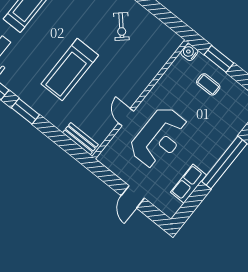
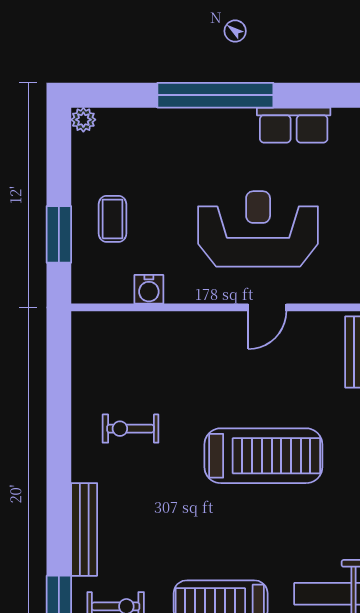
exercise bike: (121, 27) -> (130, 429), turned -138
water cooler: (189, 52) -> (149, 289), moved

